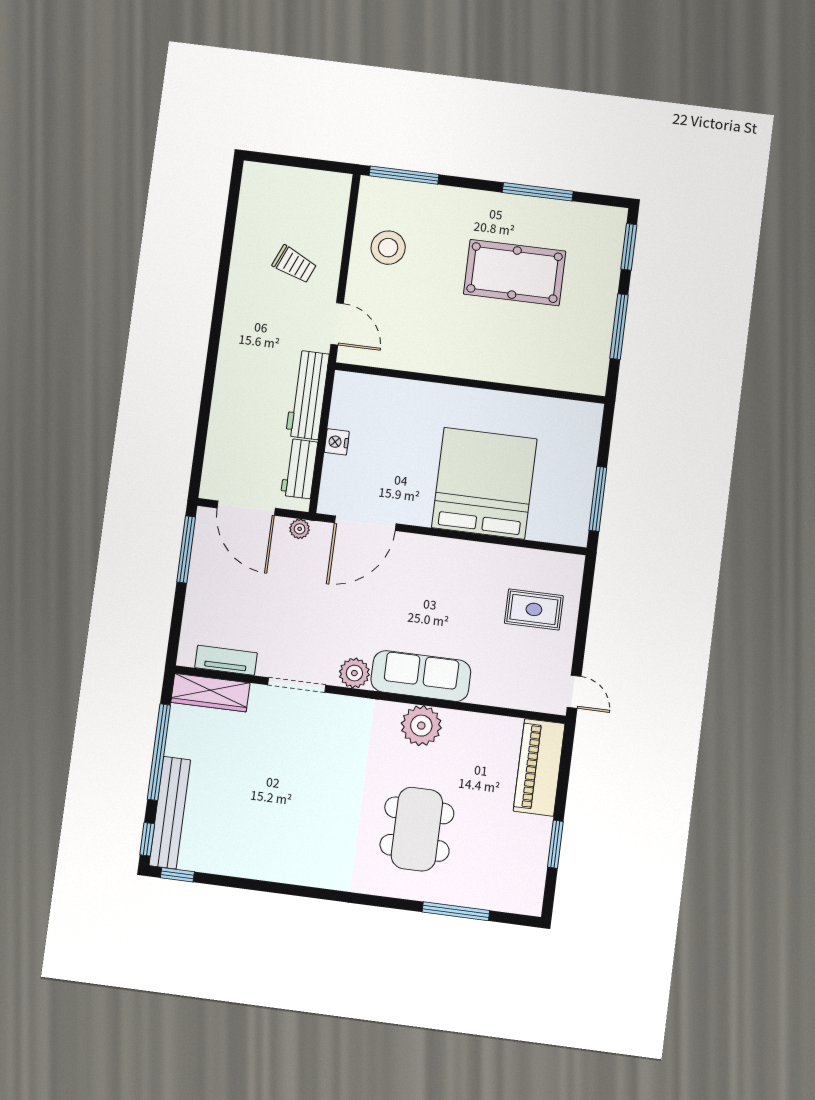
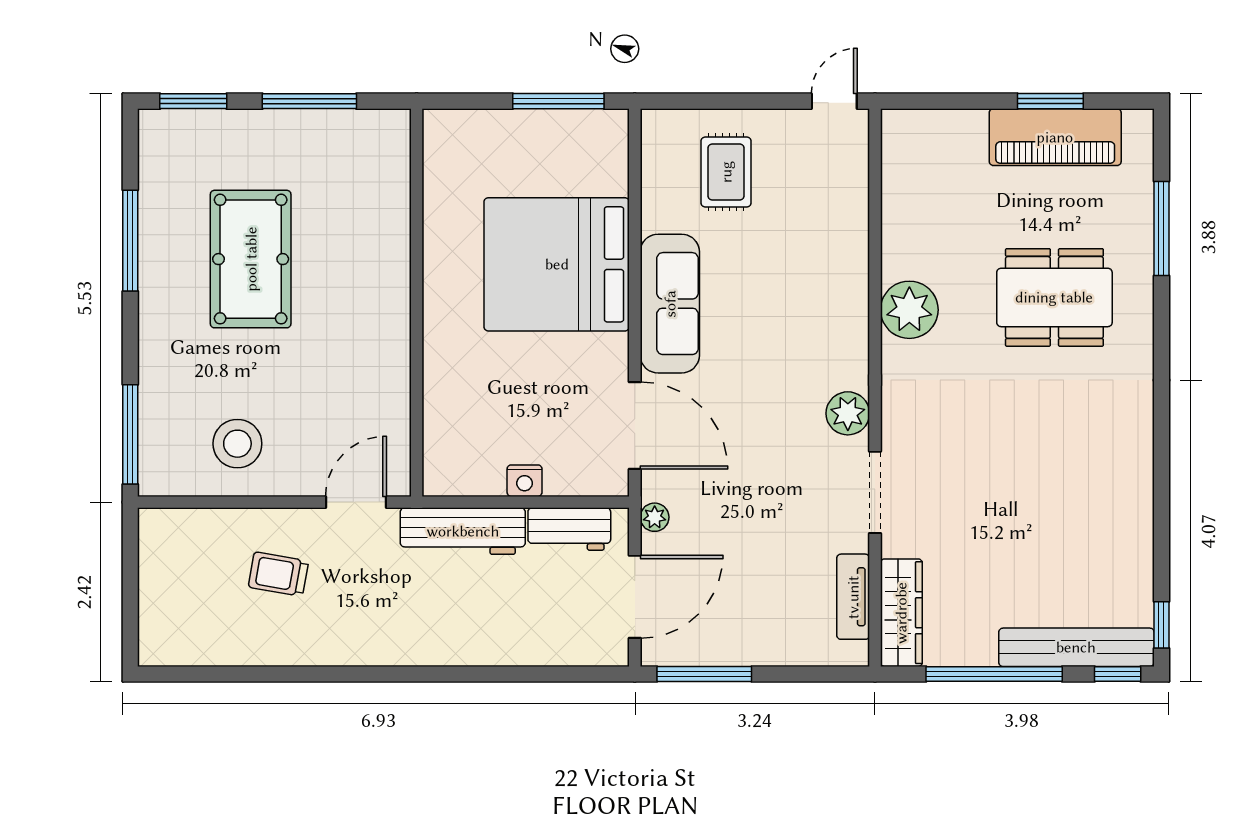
trolley: (294, 264) -> (278, 574), turned -103
sofa: (421, 676) -> (670, 304), moved, turned 180
piano: (539, 767) -> (1055, 137), moved

